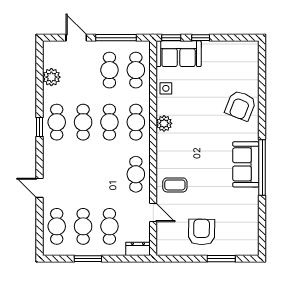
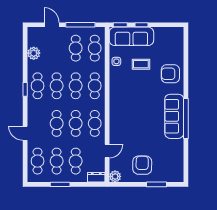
sofa: (179, 54) -> (131, 36), width x1.36
armchair: (241, 106) -> (170, 74), turned 68
plant: (164, 123) -> (115, 176), moved
sofa: (246, 164) -> (174, 116), width x1.36
cafe table: (83, 174) -> (57, 123), added
cafe table: (109, 174) -> (76, 123), added
coffee table: (175, 185) -> (141, 64), moved
door: (153, 212) -> (107, 151), hinge flipped

